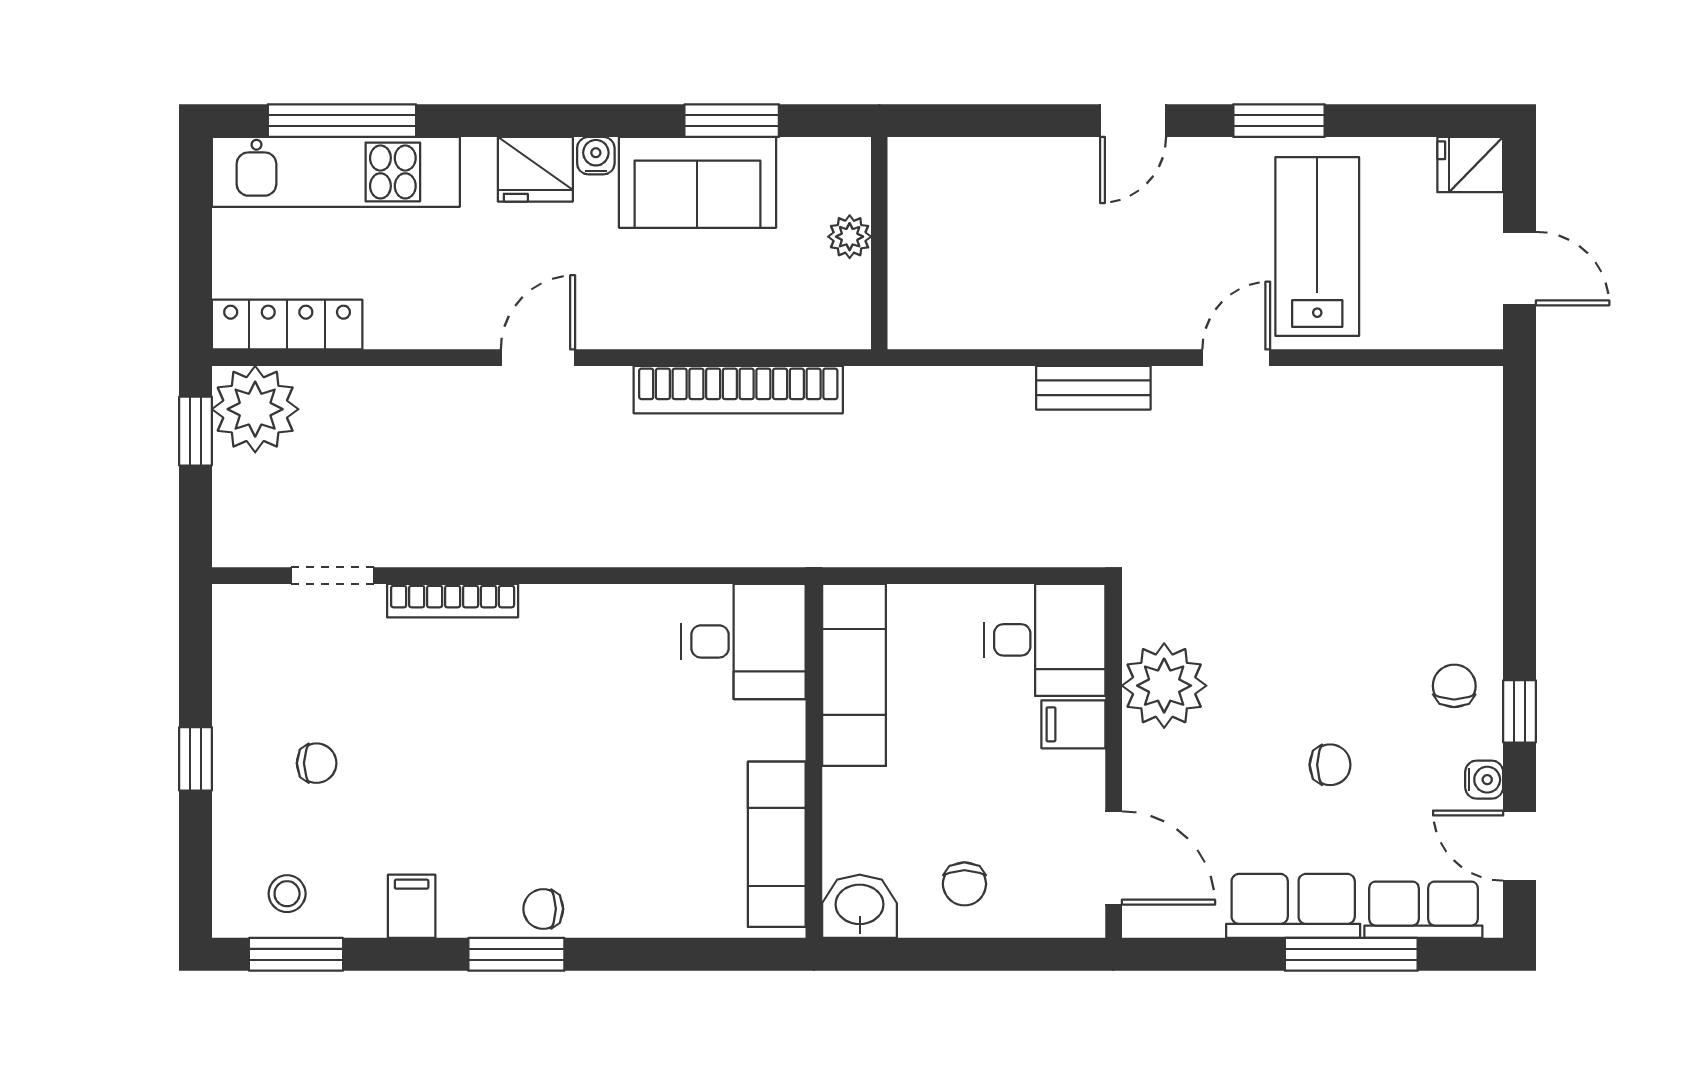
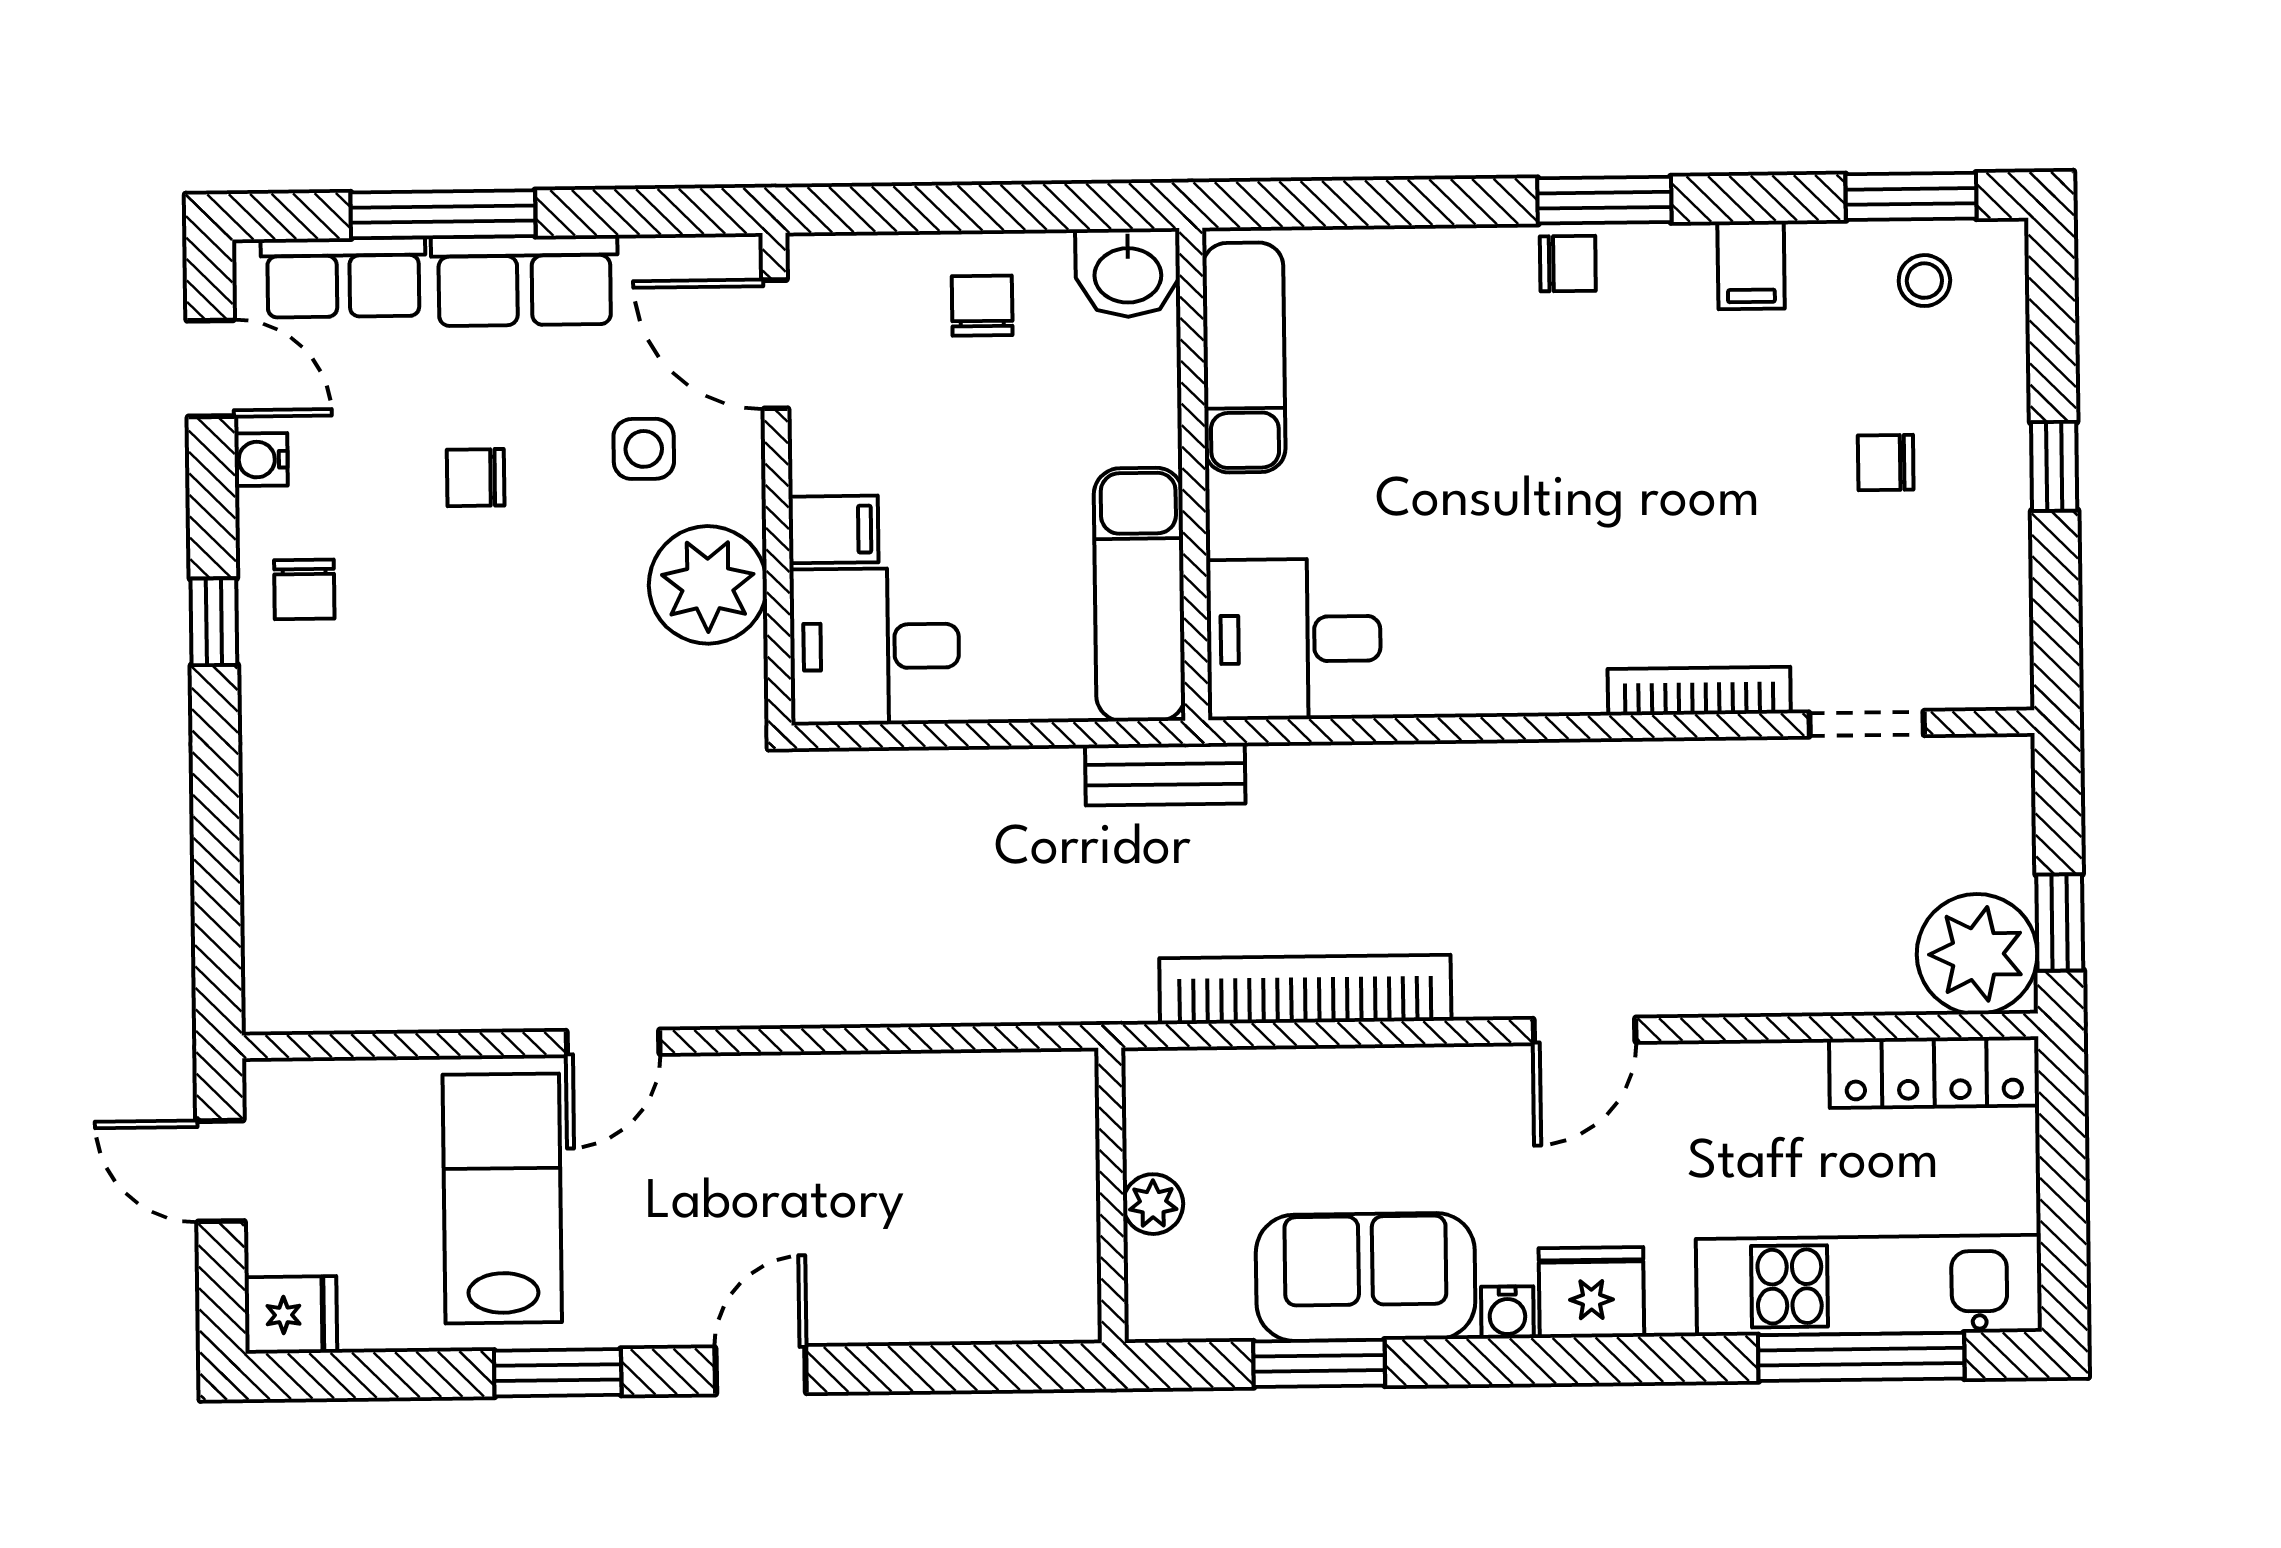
lab bench: (1317, 246) -> (502, 1198), turned 180
bench: (1093, 388) -> (1165, 774), moved
window: (1520, 711) -> (214, 622), moved
side table: (1209, 784) -> (644, 449), added

